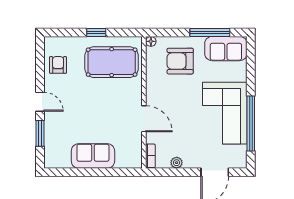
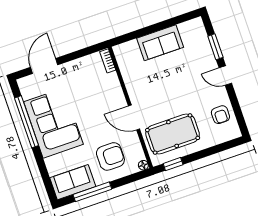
window: (96, 32) -> (173, 164), moved
door: (144, 119) -> (134, 118), moved
plant: (177, 163) -> (82, 63), removed

